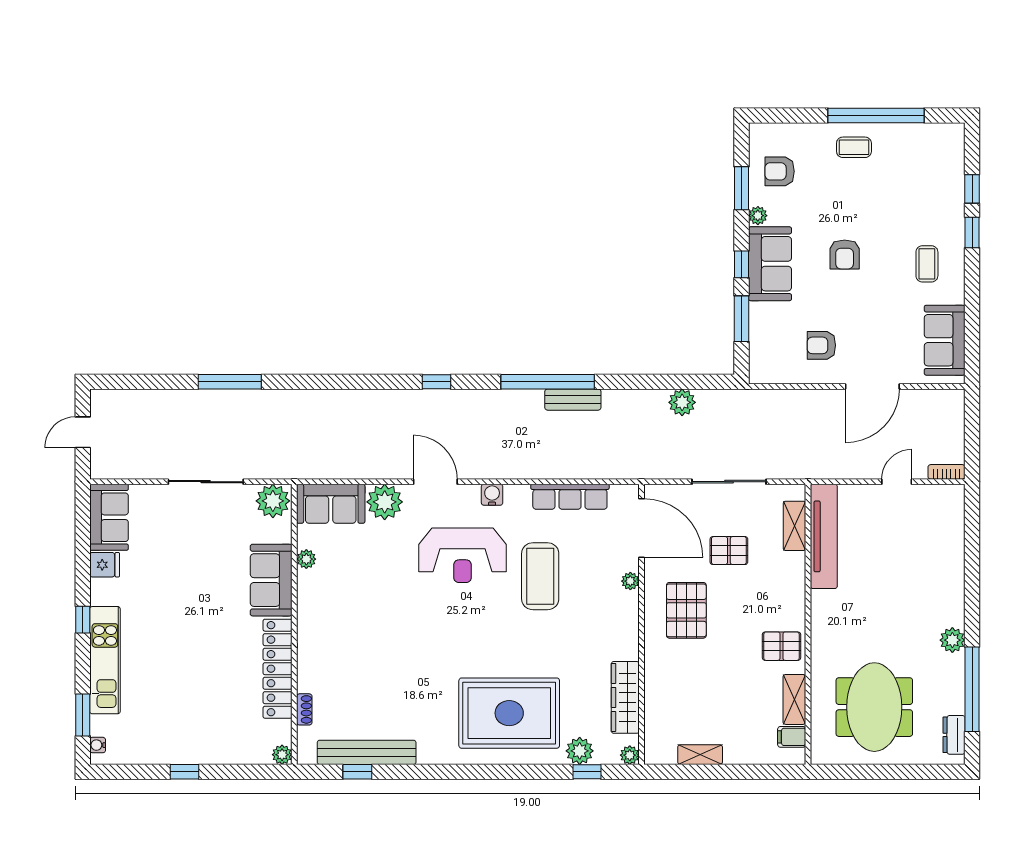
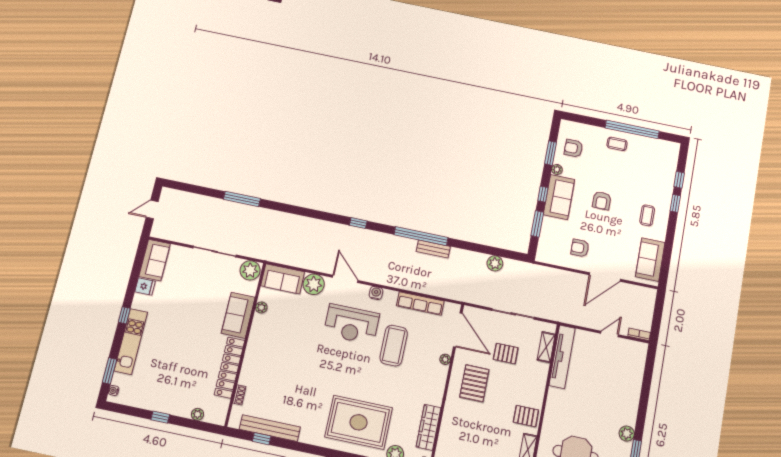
plant: (282, 755) -> (197, 414), moved

